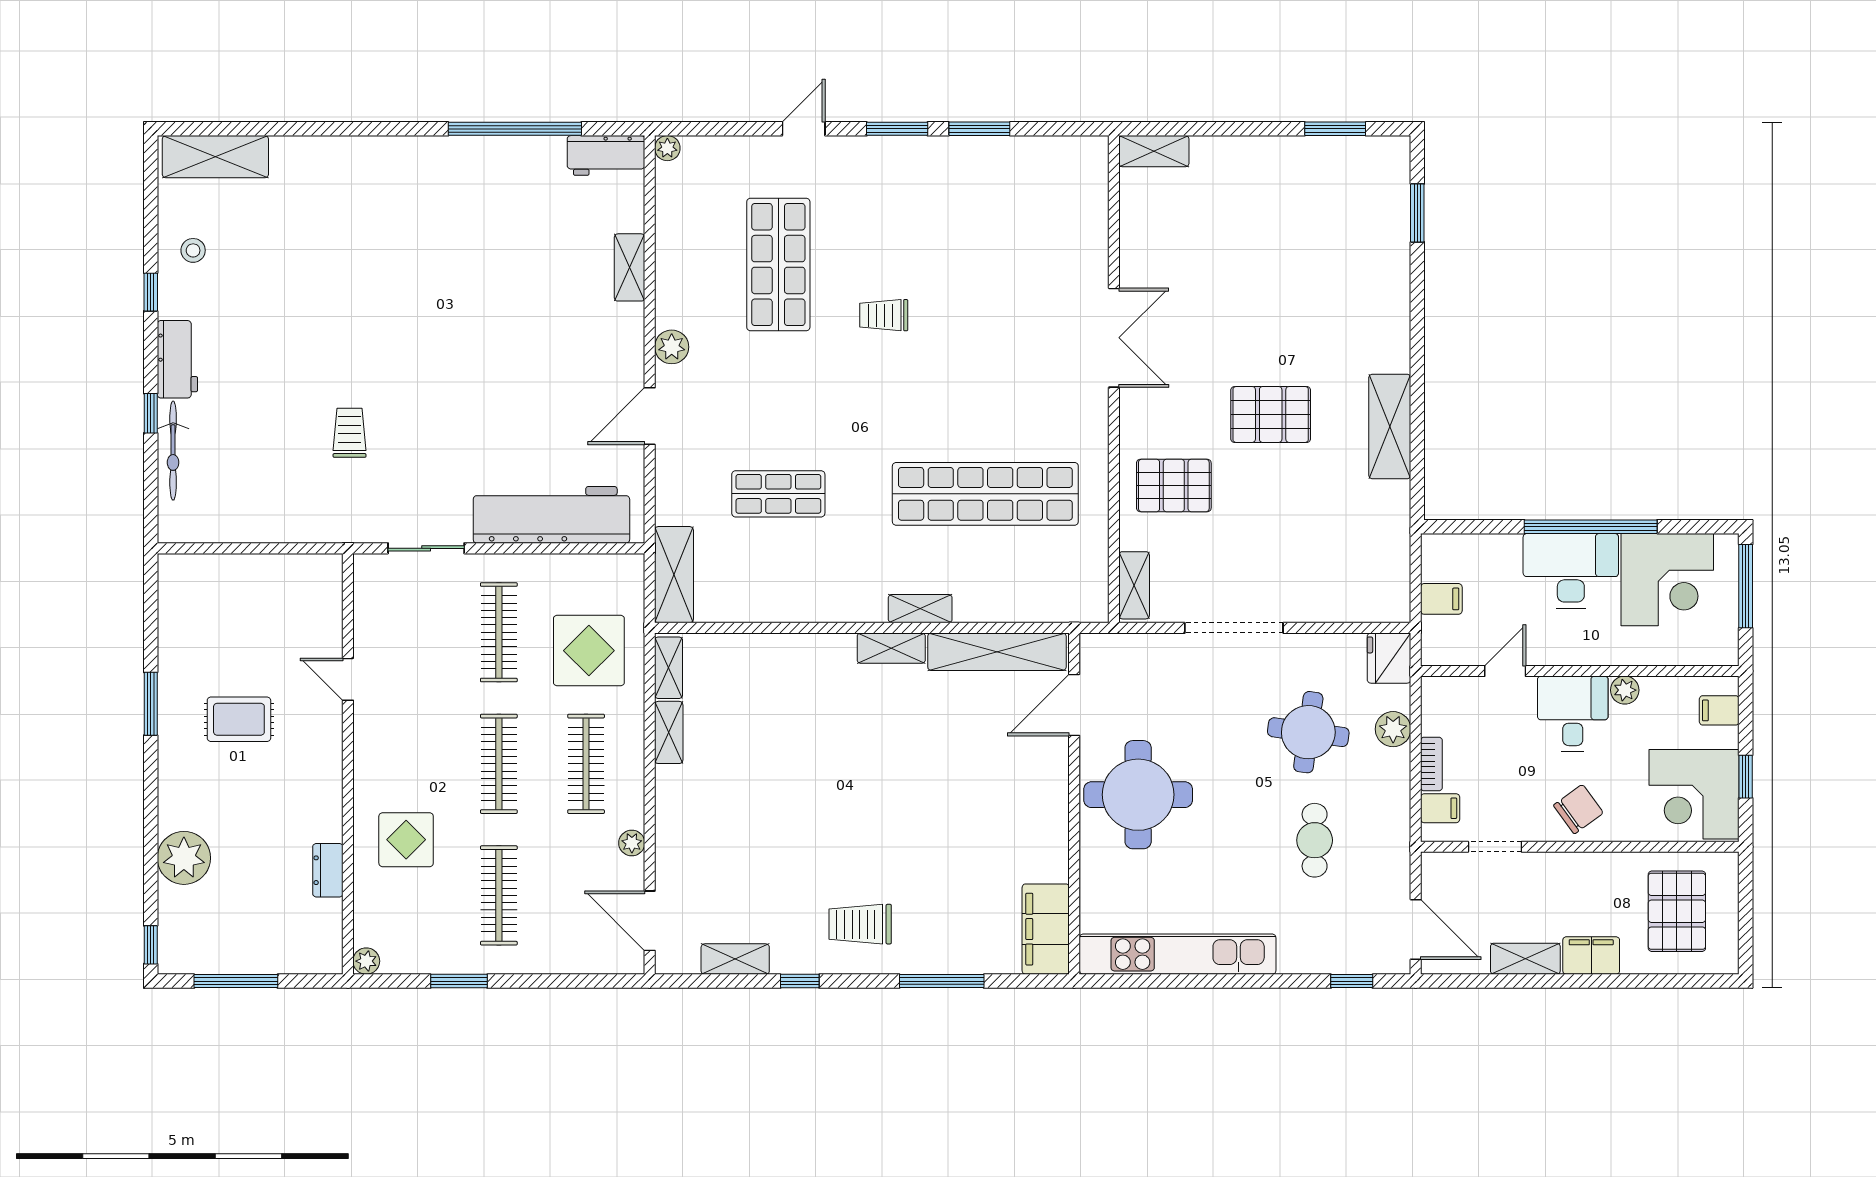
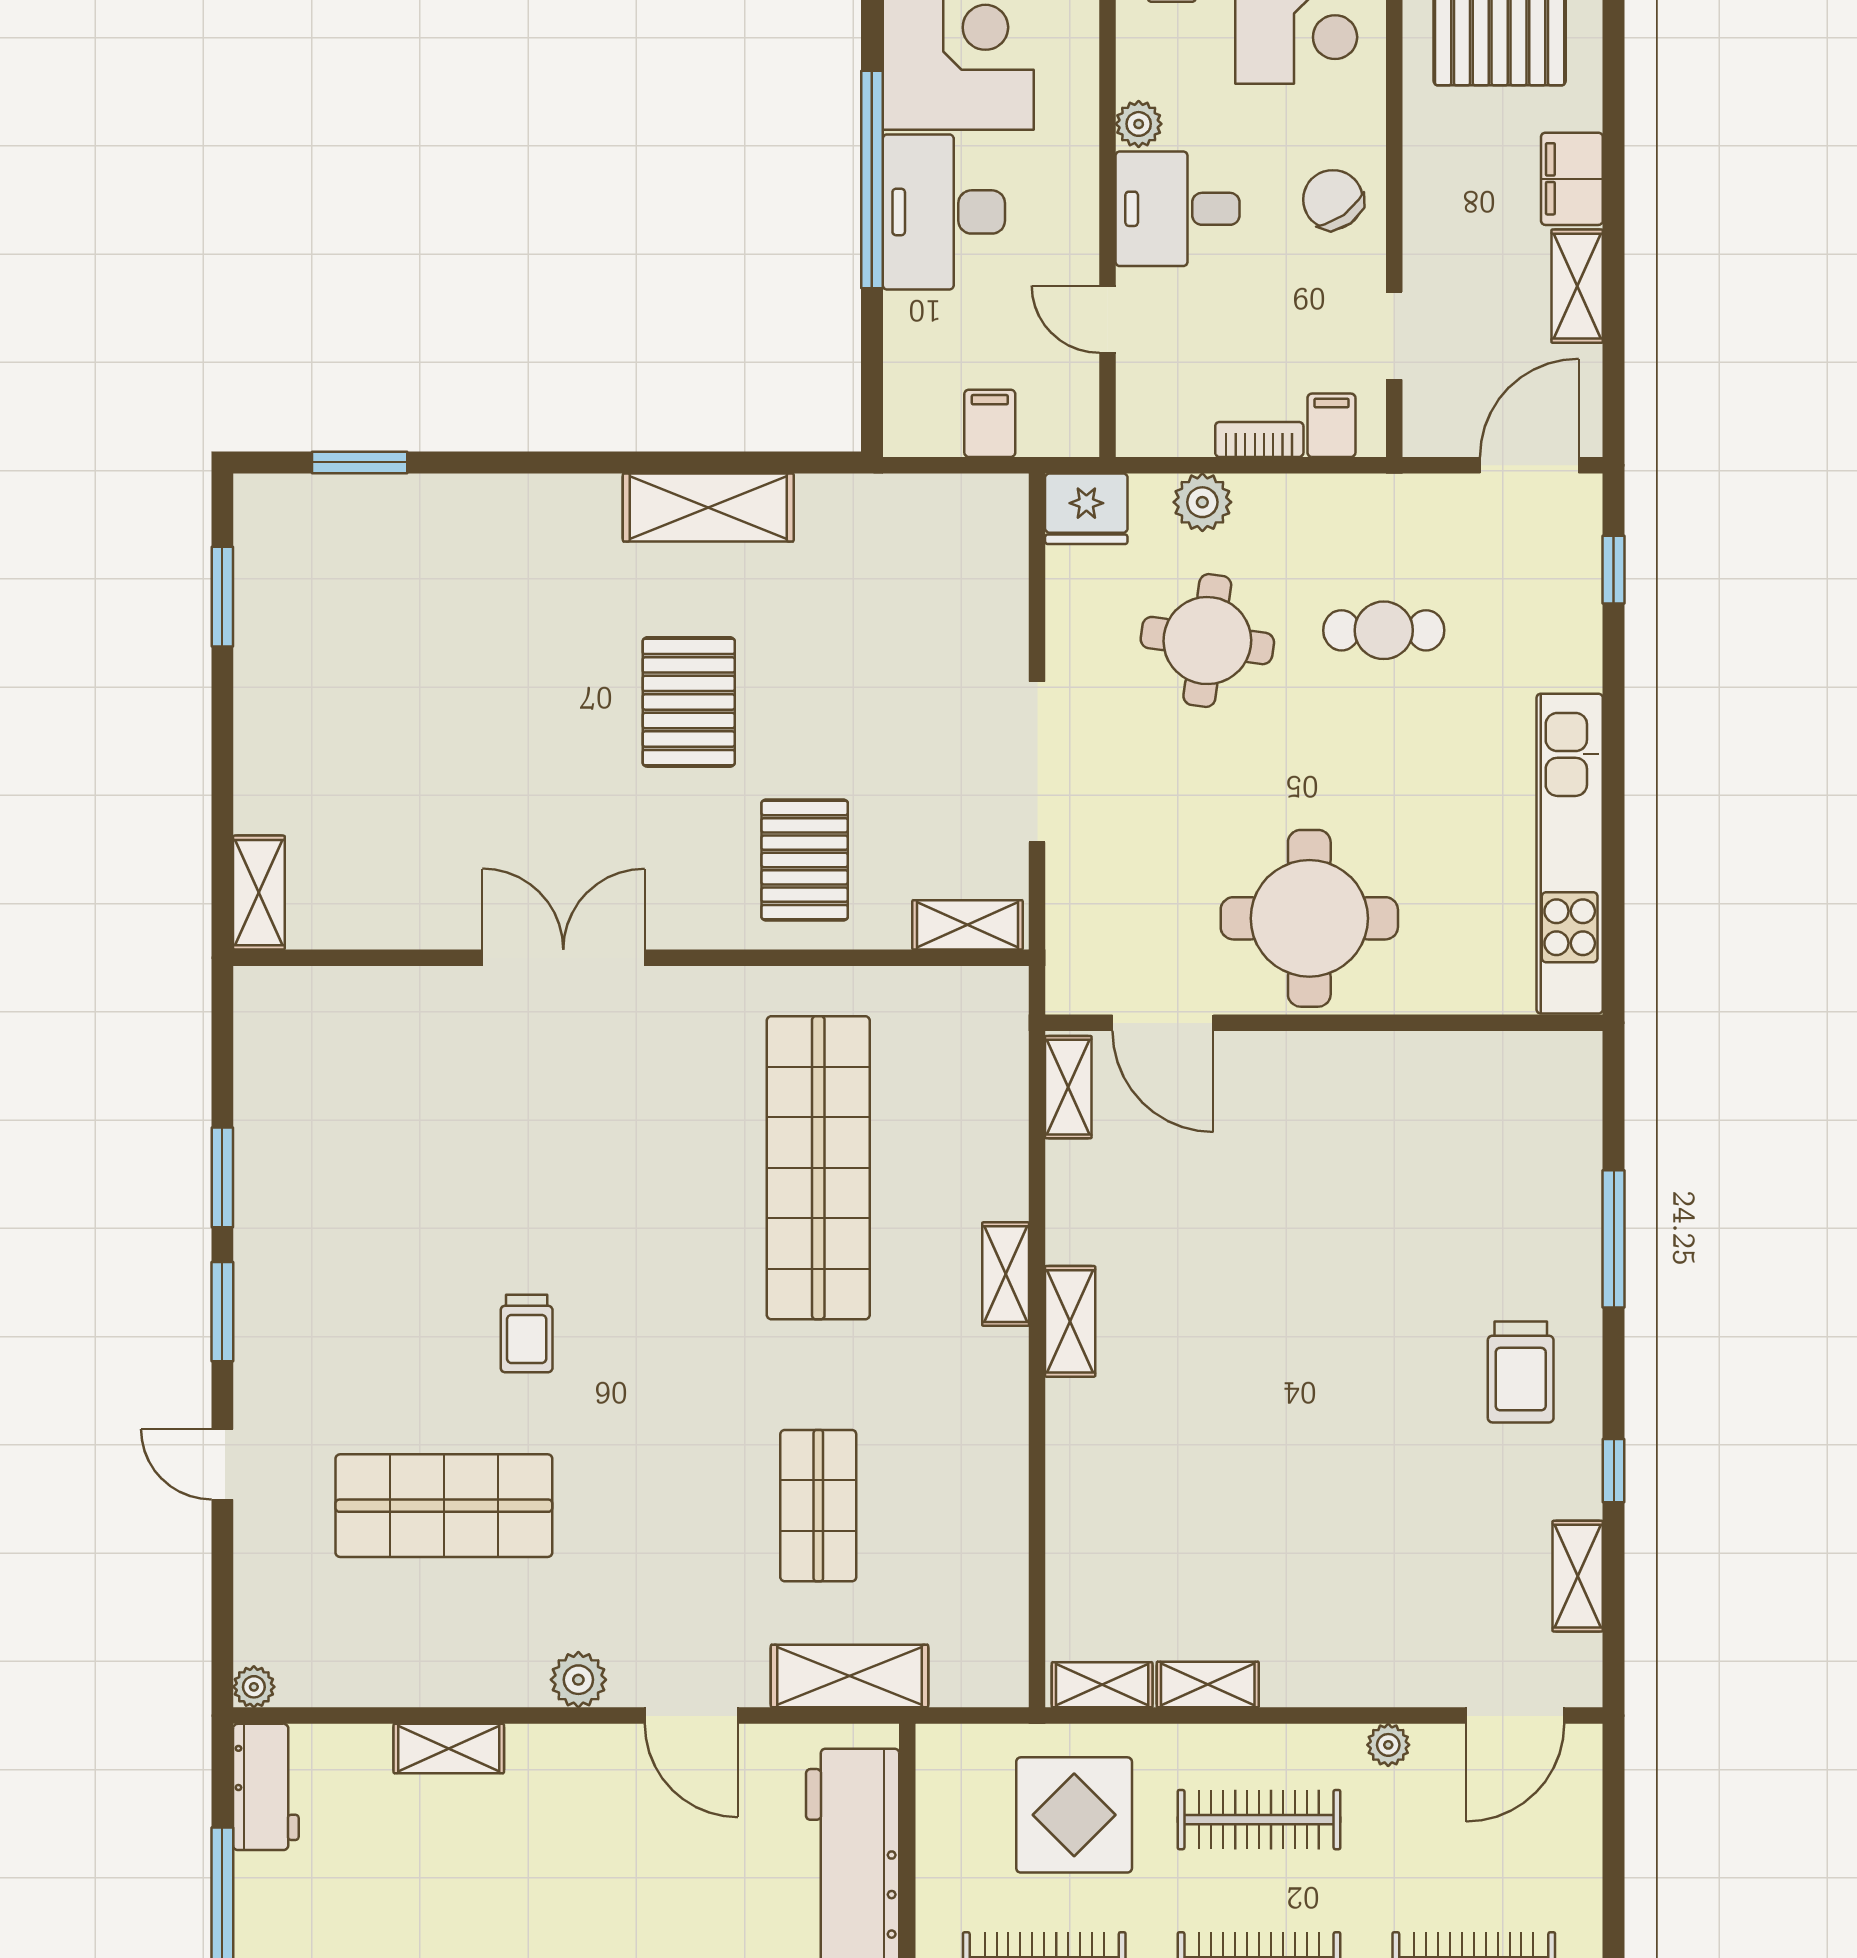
shelving: (674, 575) -> (850, 1676), moved
shelving: (997, 652) -> (1068, 1087), width x0.45, depth x0.75
filing cabinet: (1046, 929) -> (1529, 1069), removed

